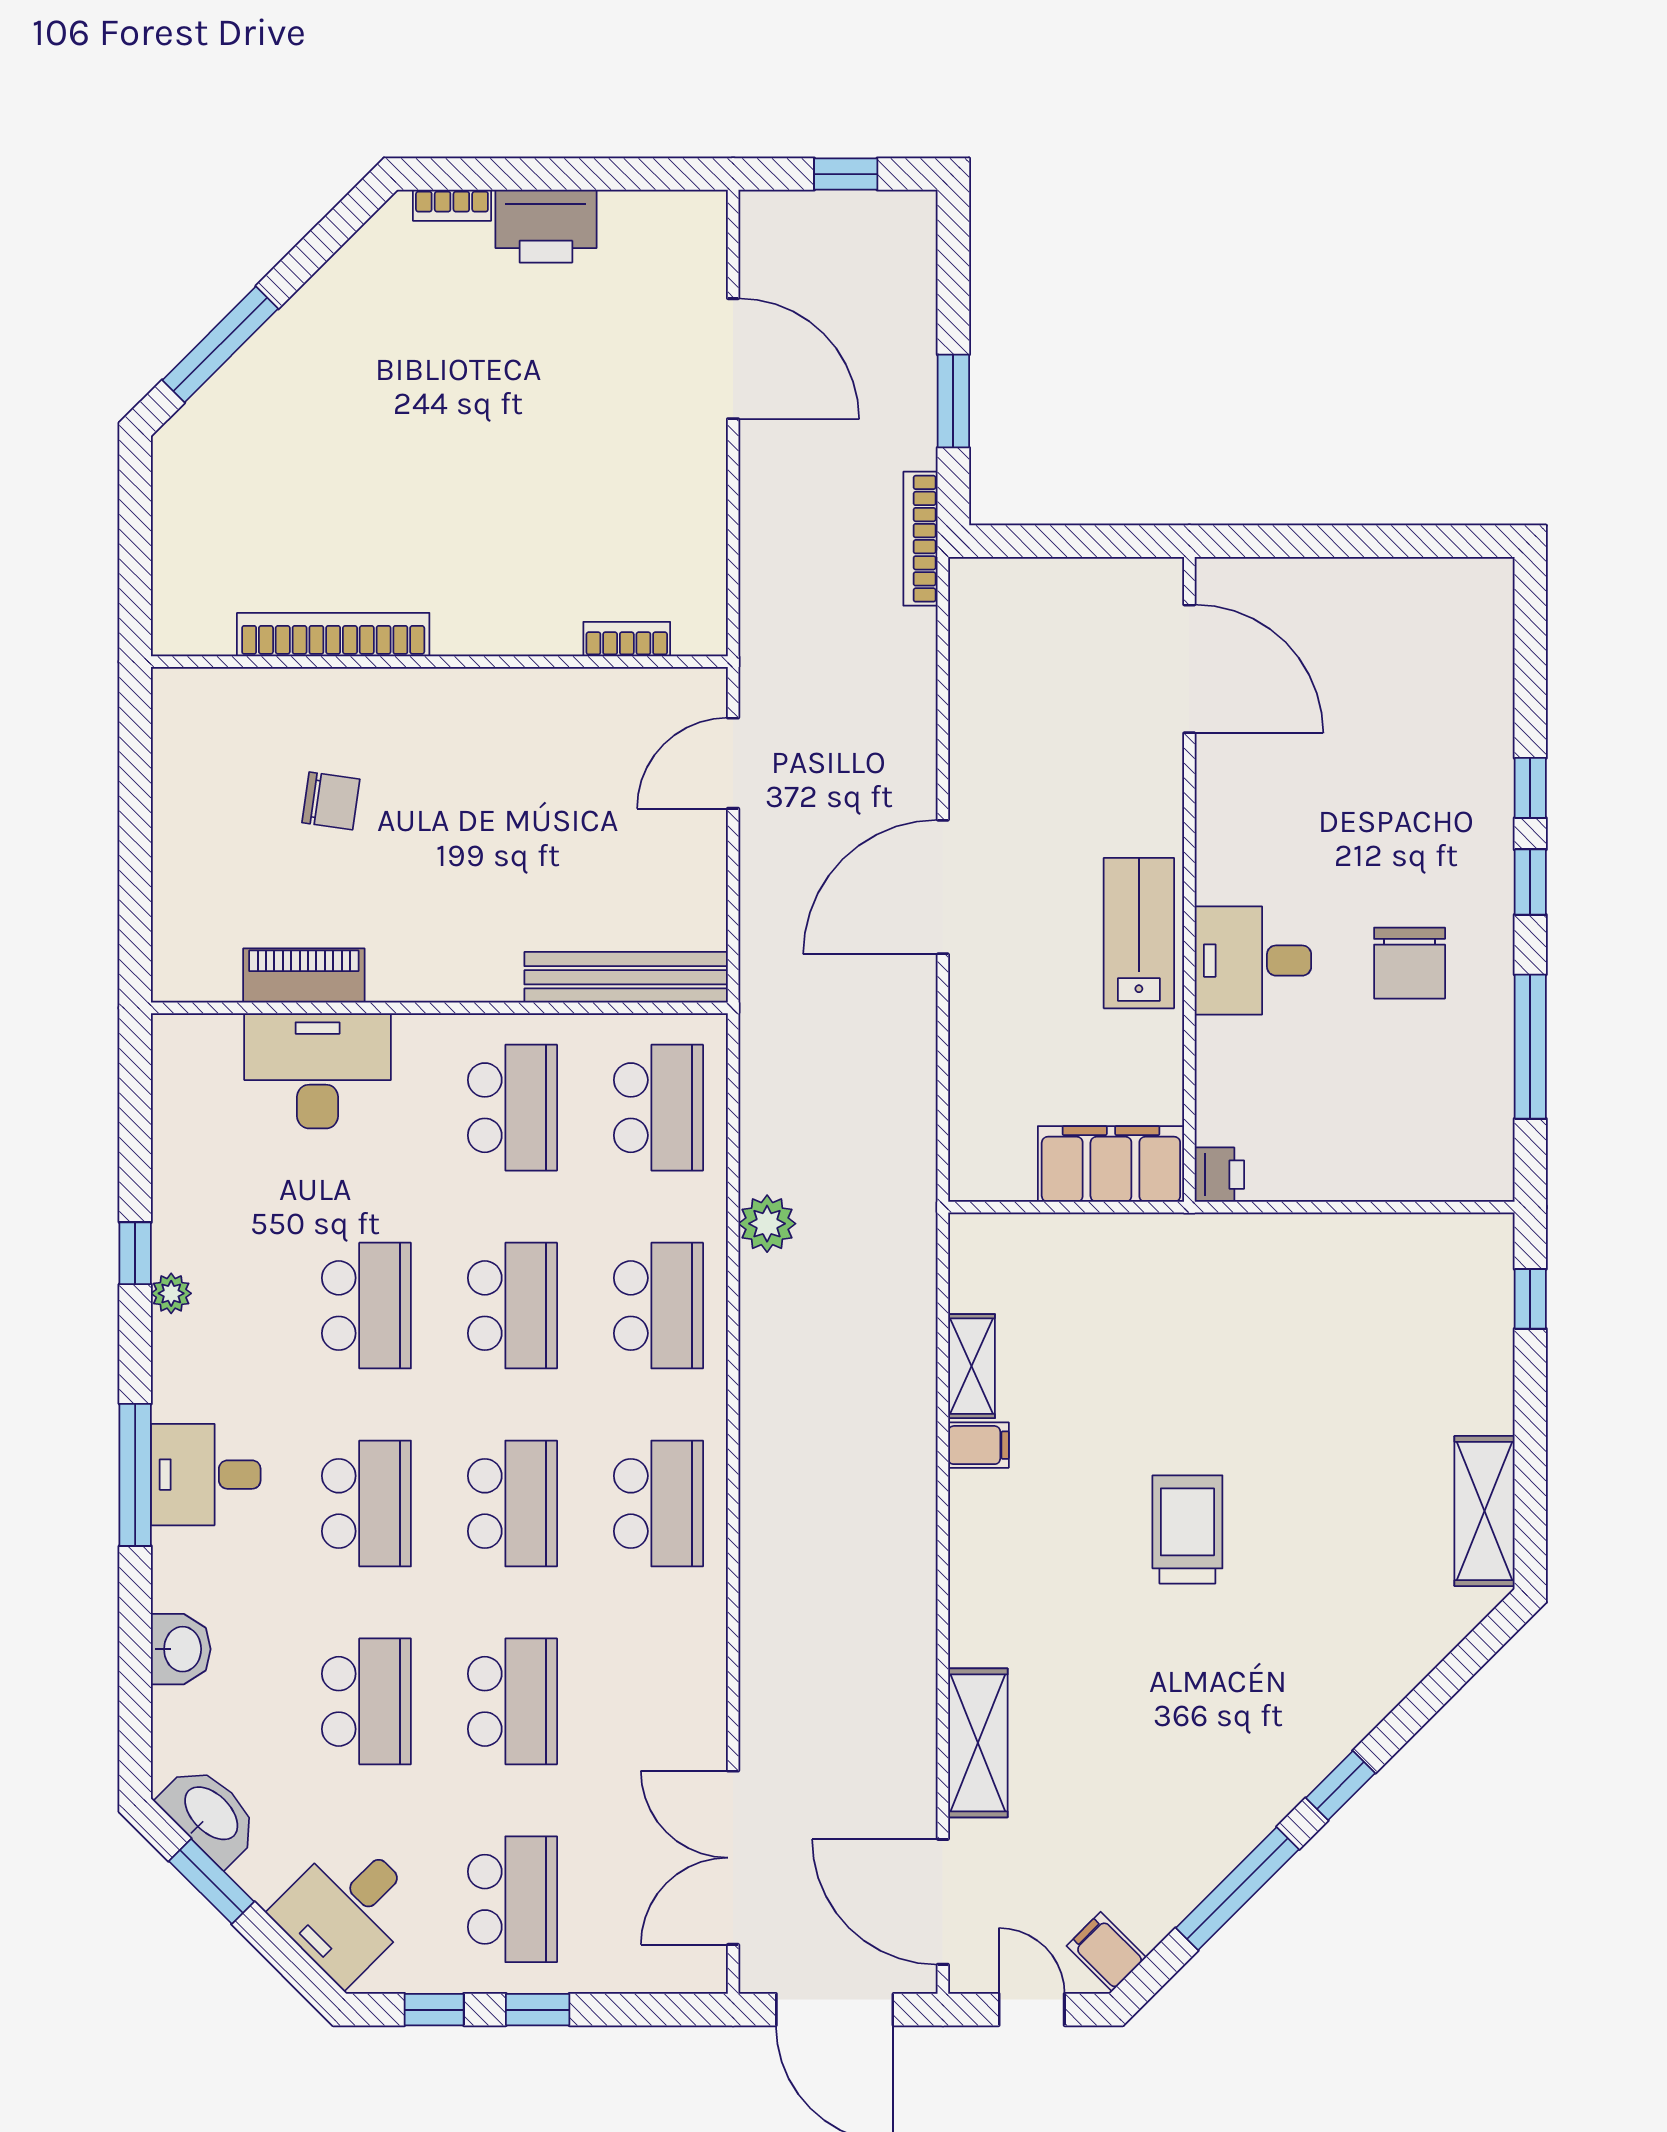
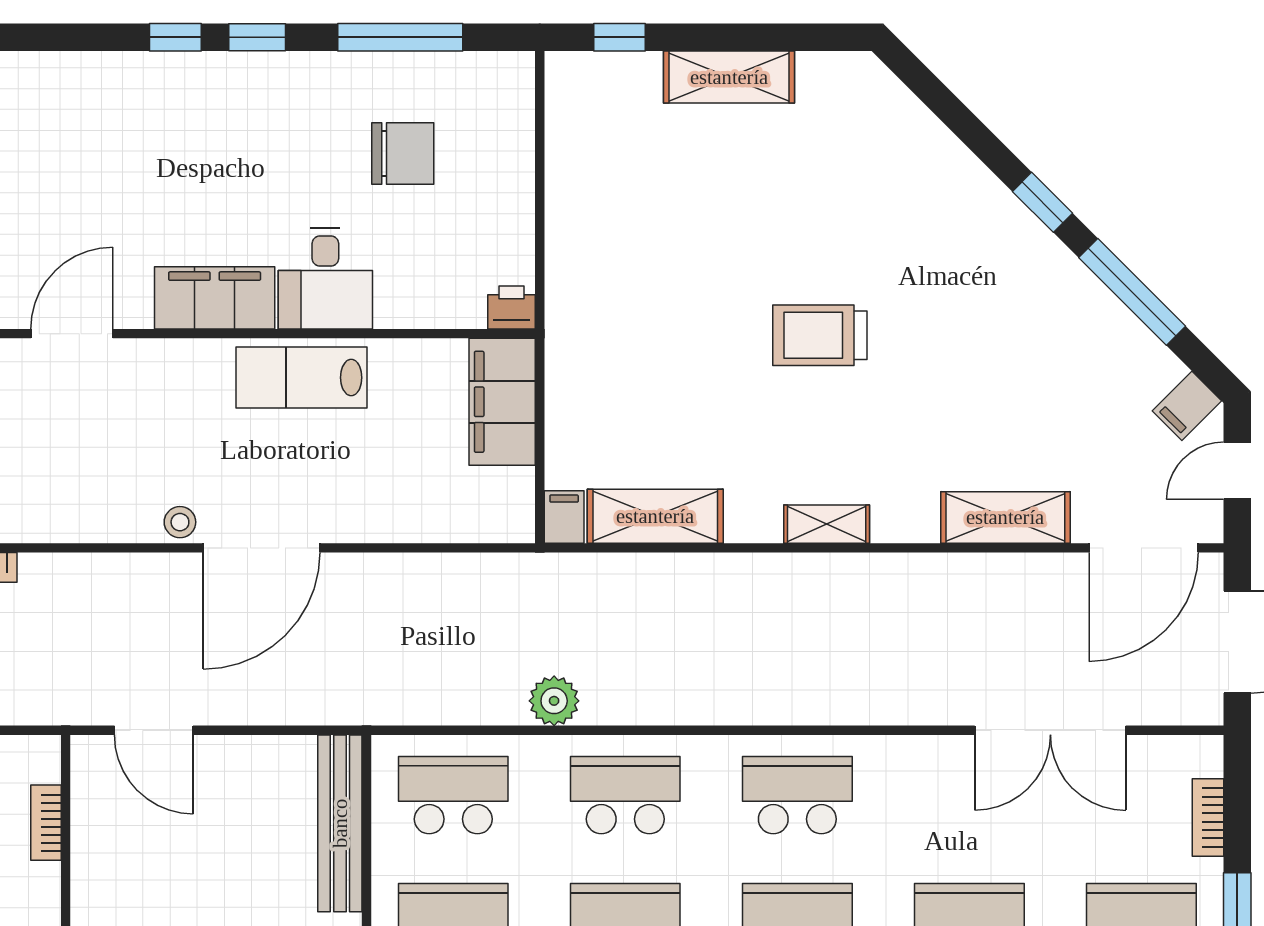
door: (1189, 669) -> (72, 334), width x0.73
stool: (973, 793) -> (180, 522), added
filing cabinet: (1230, 833) -> (215, 298), added
door: (943, 887) -> (261, 548), hinge flipped
chair: (1410, 963) -> (403, 153), moved
shelving: (972, 1366) -> (655, 516), width x1.50, depth x1.33
filing cabinet: (978, 1445) -> (564, 517), moved
shelving: (1484, 1511) -> (729, 77), moved
shelving: (970, 1537) -> (827, 524), added
double door: (733, 1858) -> (1050, 730), moved
bookcase: (633, 1976) -> (1208, 817), added

